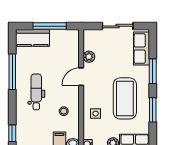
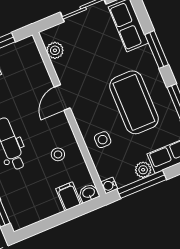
plant: (89, 57) -> (55, 50), moved

